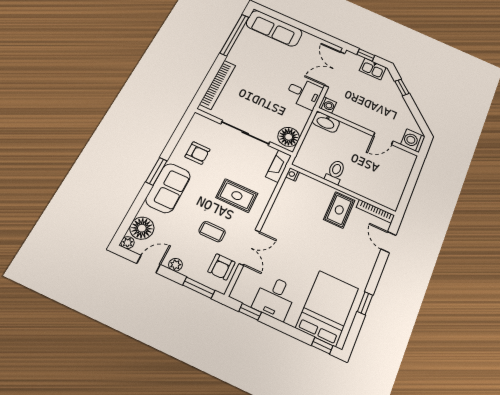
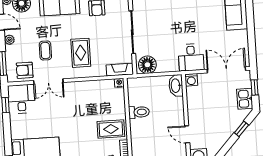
desk: (275, 298) -> (21, 99), moved, turned 90

